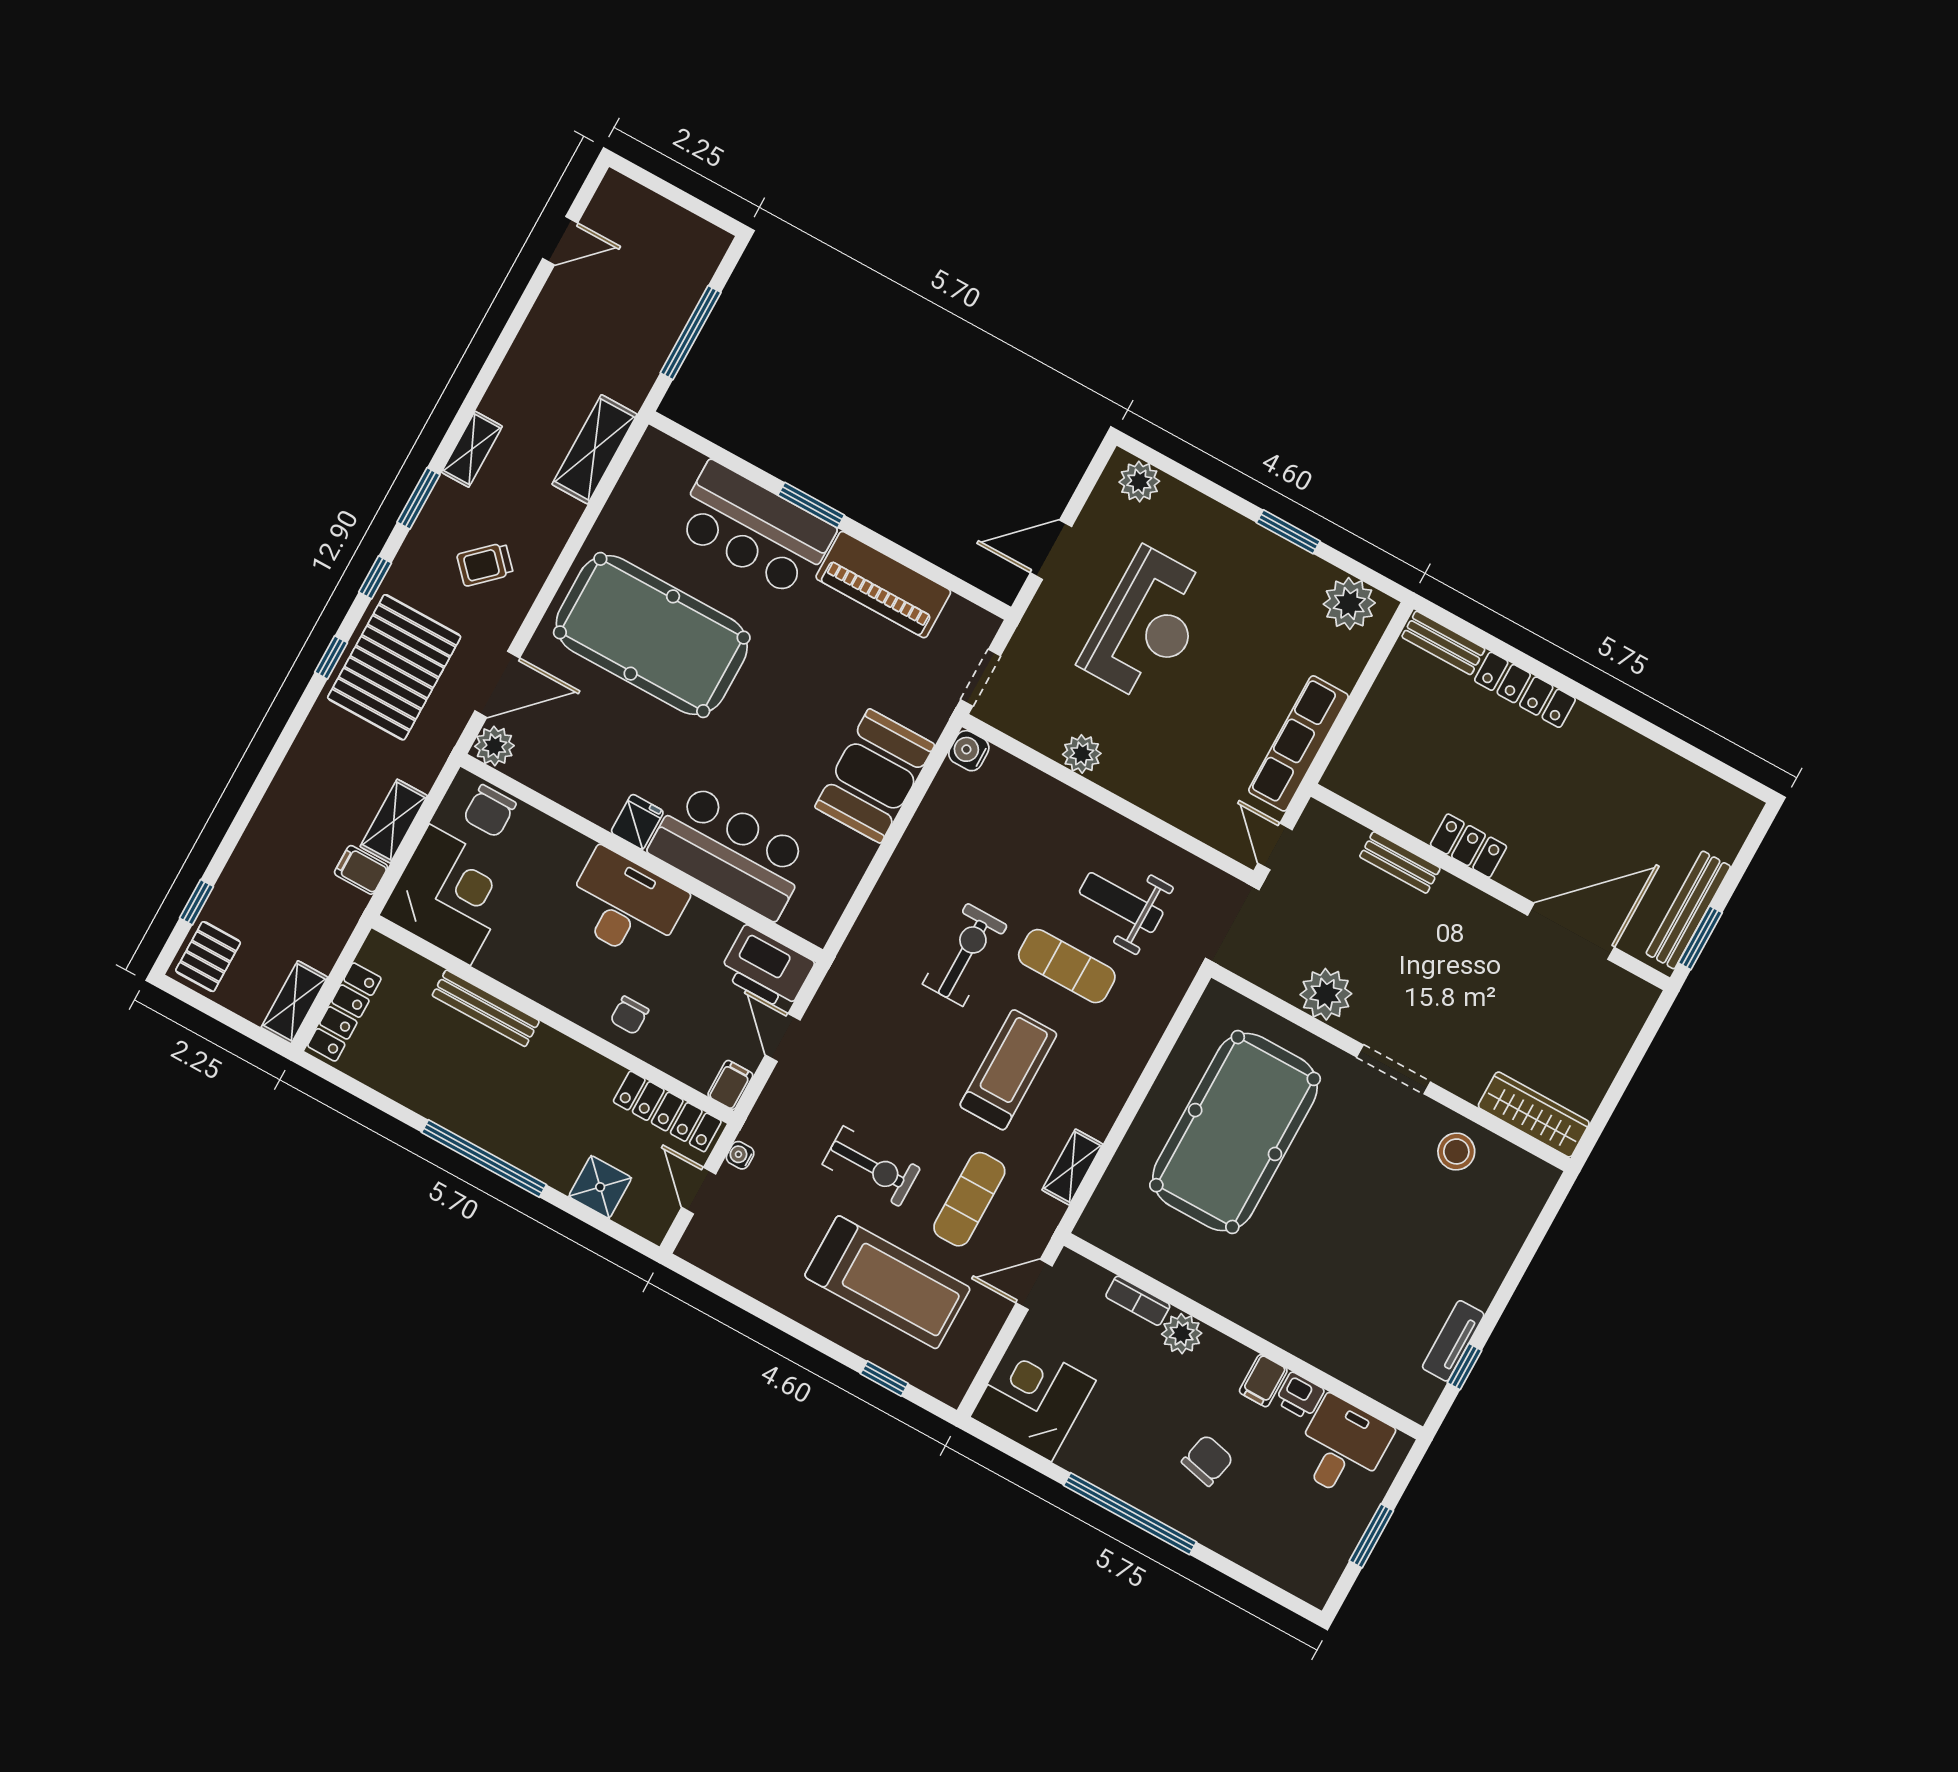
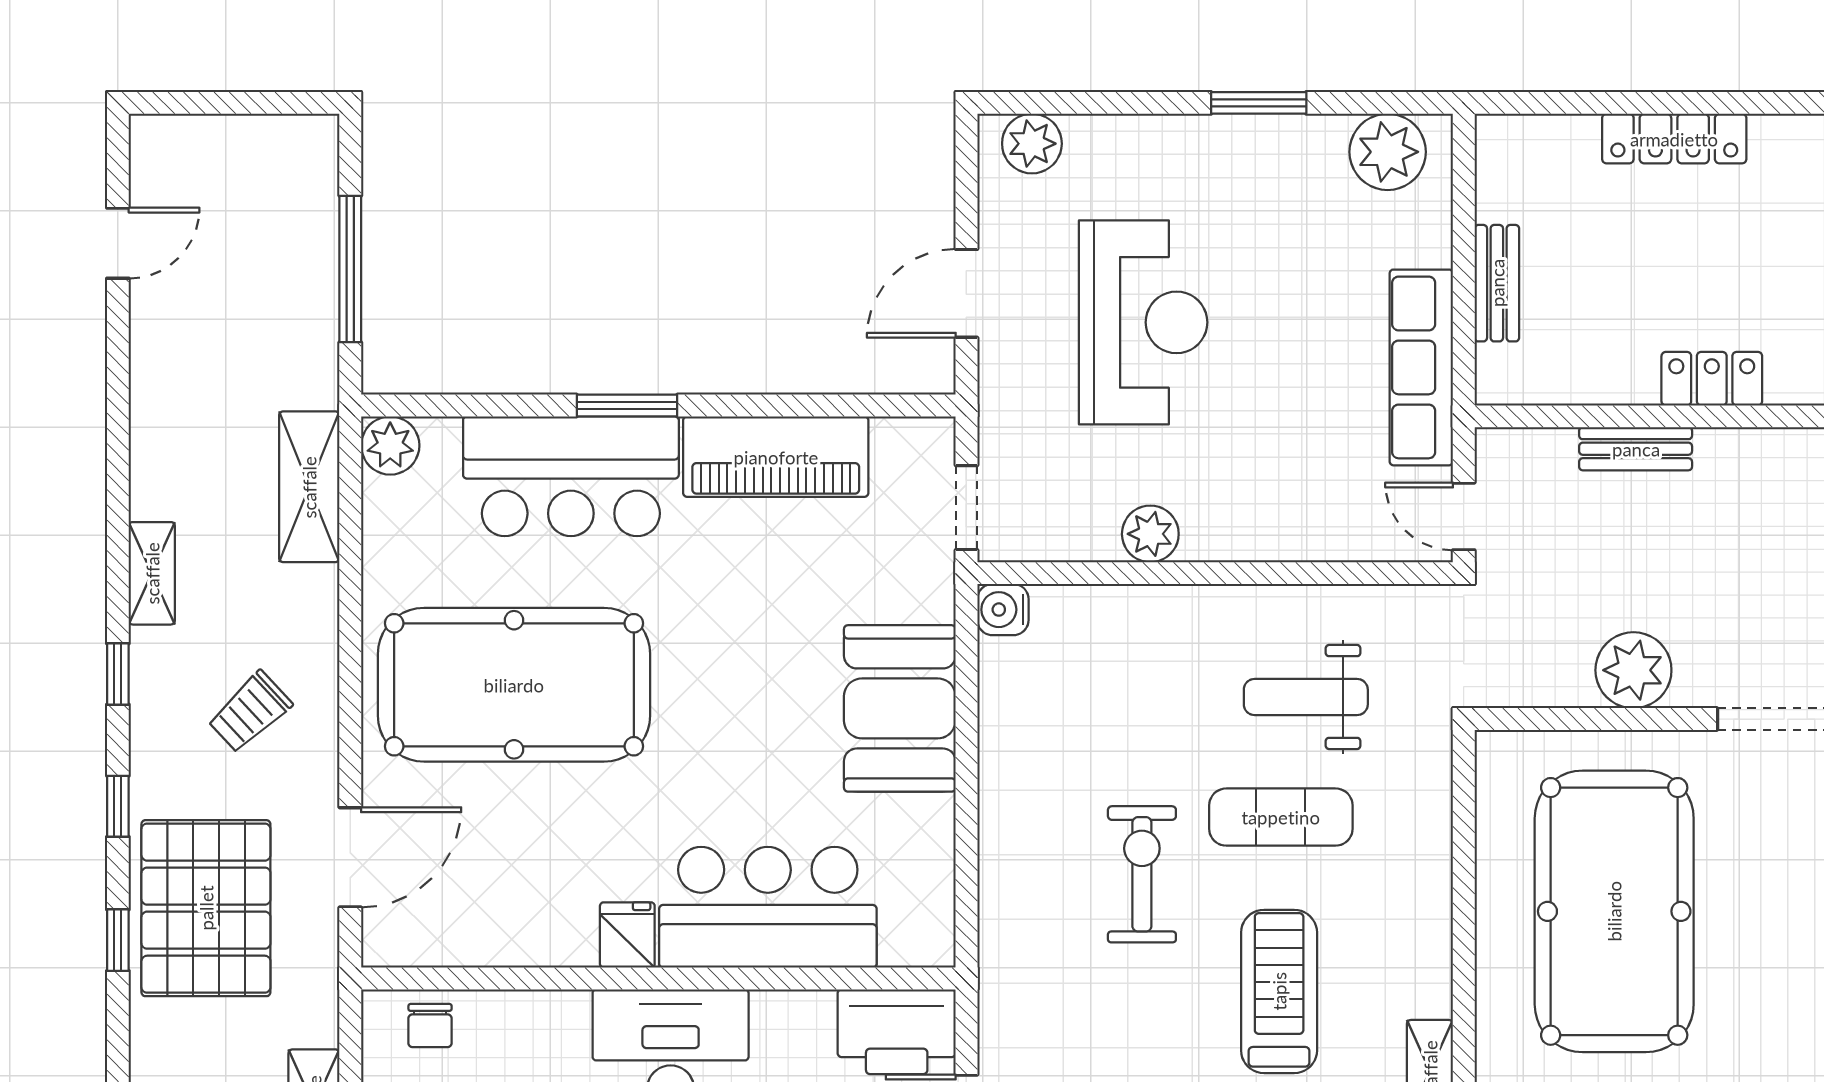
window: (419, 498) -> (118, 674), width x0.67
bench: (1443, 643) -> (1497, 283), moved, turned 90
plant: (494, 746) -> (390, 445), moved
chair: (490, 811) -> (430, 1026), width x0.73, depth x0.73

